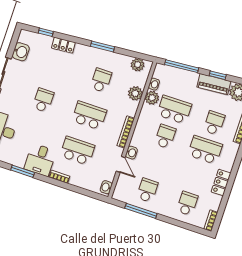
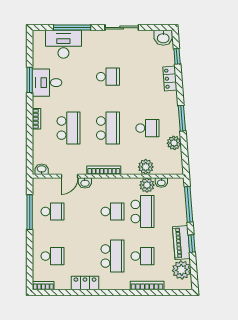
washbasin: (21, 52) -> (163, 38), moved
plant: (138, 65) -> (174, 143), moved
desk: (40, 160) -> (47, 83), moved

